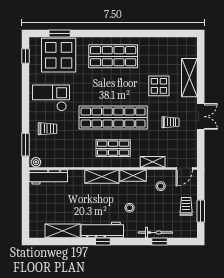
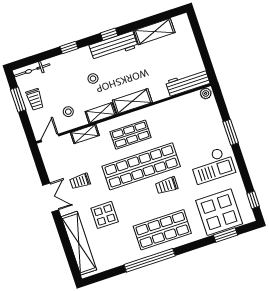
window: (133, 33) -> (150, 260), added
shelving: (189, 78) -> (79, 243), width x1.47
double door: (201, 117) -> (51, 197), swing flipped
trolley: (48, 129) -> (167, 186), moved
window: (25, 145) -> (231, 132), moved
bicycle: (155, 233) -> (32, 70), moved
window: (159, 242) -> (69, 48), moved

